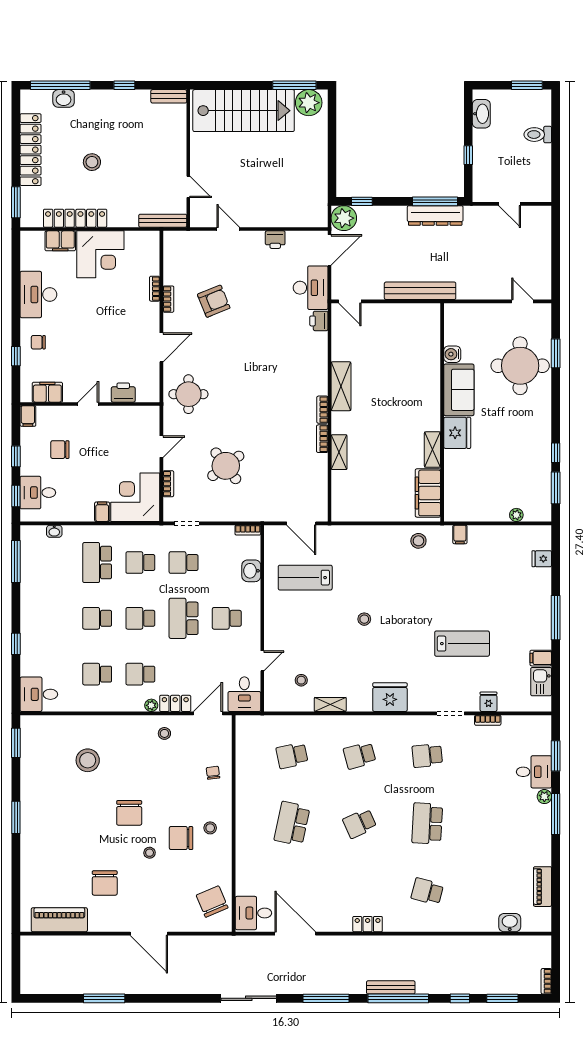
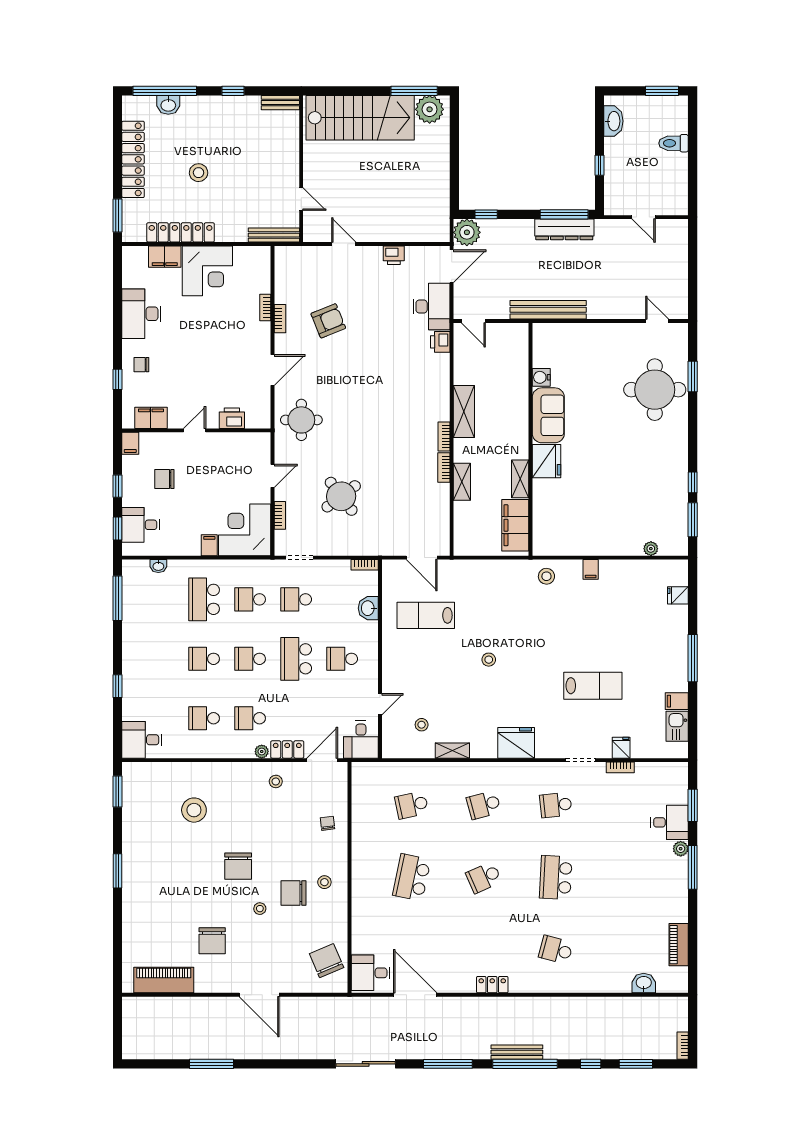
water cooler: (452, 354) -> (541, 377), moved
sofa: (459, 390) -> (548, 415), moved
wall: (442, 412) -> (531, 439), moved
fridge: (457, 433) -> (547, 461), moved
shelving: (432, 450) -> (520, 479), moved
filing cabinet: (428, 493) -> (515, 525), moved

